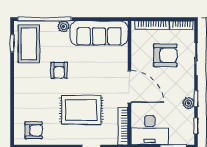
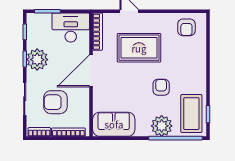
plant: (63, 26) -> (162, 126), width x1.88, depth x1.88
sofa: (99, 33) -> (114, 124), width x0.73
door: (129, 87) -> (91, 71), hinge flipped
plant: (188, 103) -> (37, 60), width x1.87, depth x1.87
armchair: (34, 130) -> (186, 27), turned -90

